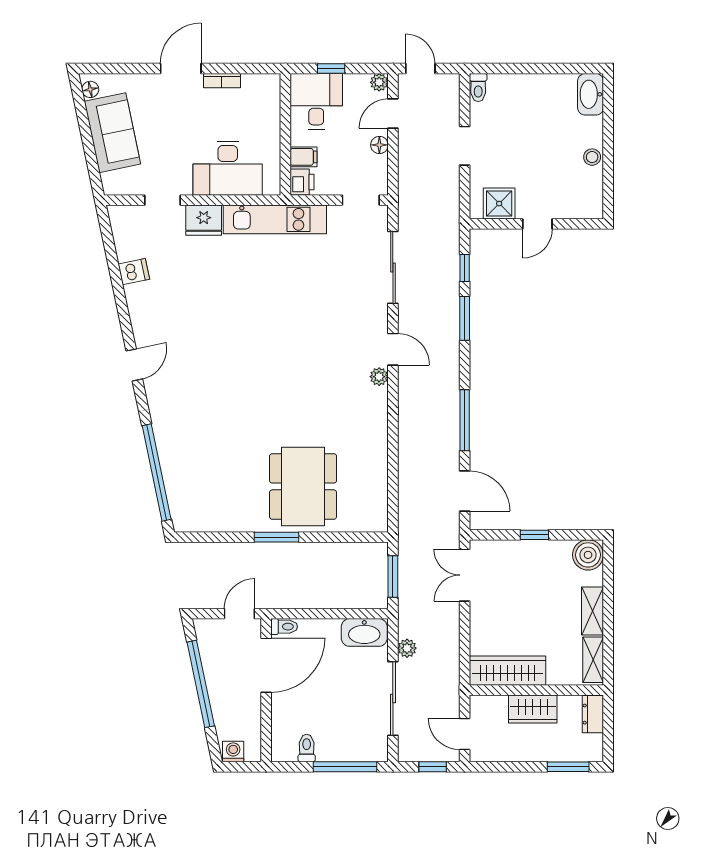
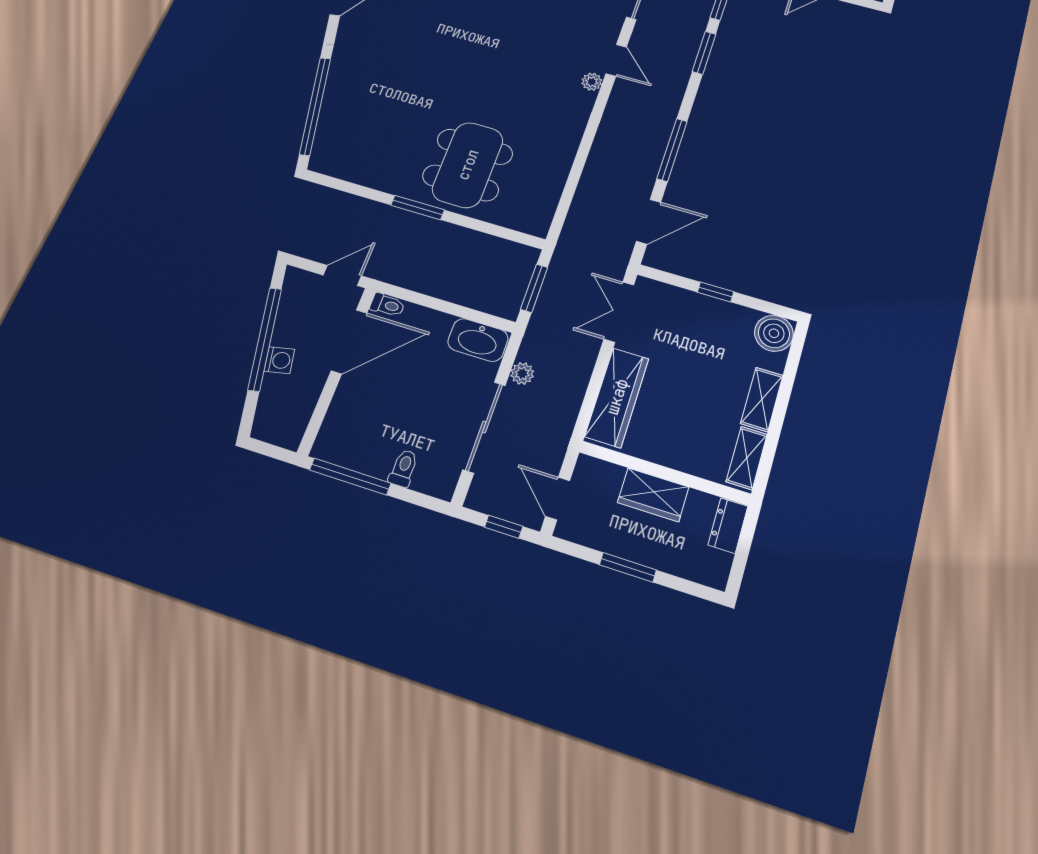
door: (465, 491) -> (649, 222), hinge flipped
wardrobe: (508, 671) -> (617, 397), moved, turned 90
toilet: (307, 748) -> (404, 468), moved
washing machine: (233, 751) -> (279, 360), moved, turned 78
window: (345, 767) -> (350, 477), moved
window: (568, 767) -> (628, 567), moved

